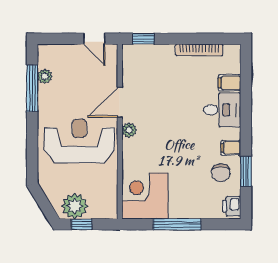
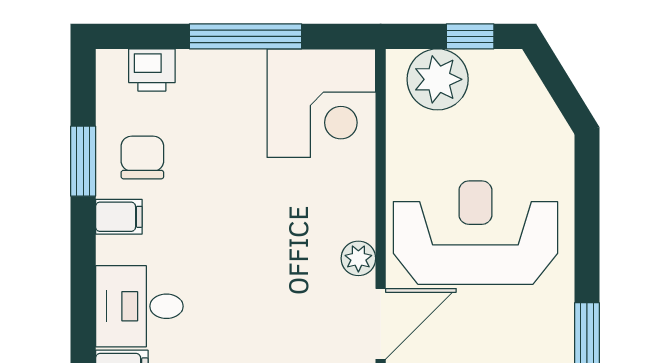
reception desk: (79, 141) -> (475, 233), turned 180
plant: (75, 206) -> (438, 79), moved
printer: (232, 206) -> (152, 70), moved, turned 90

